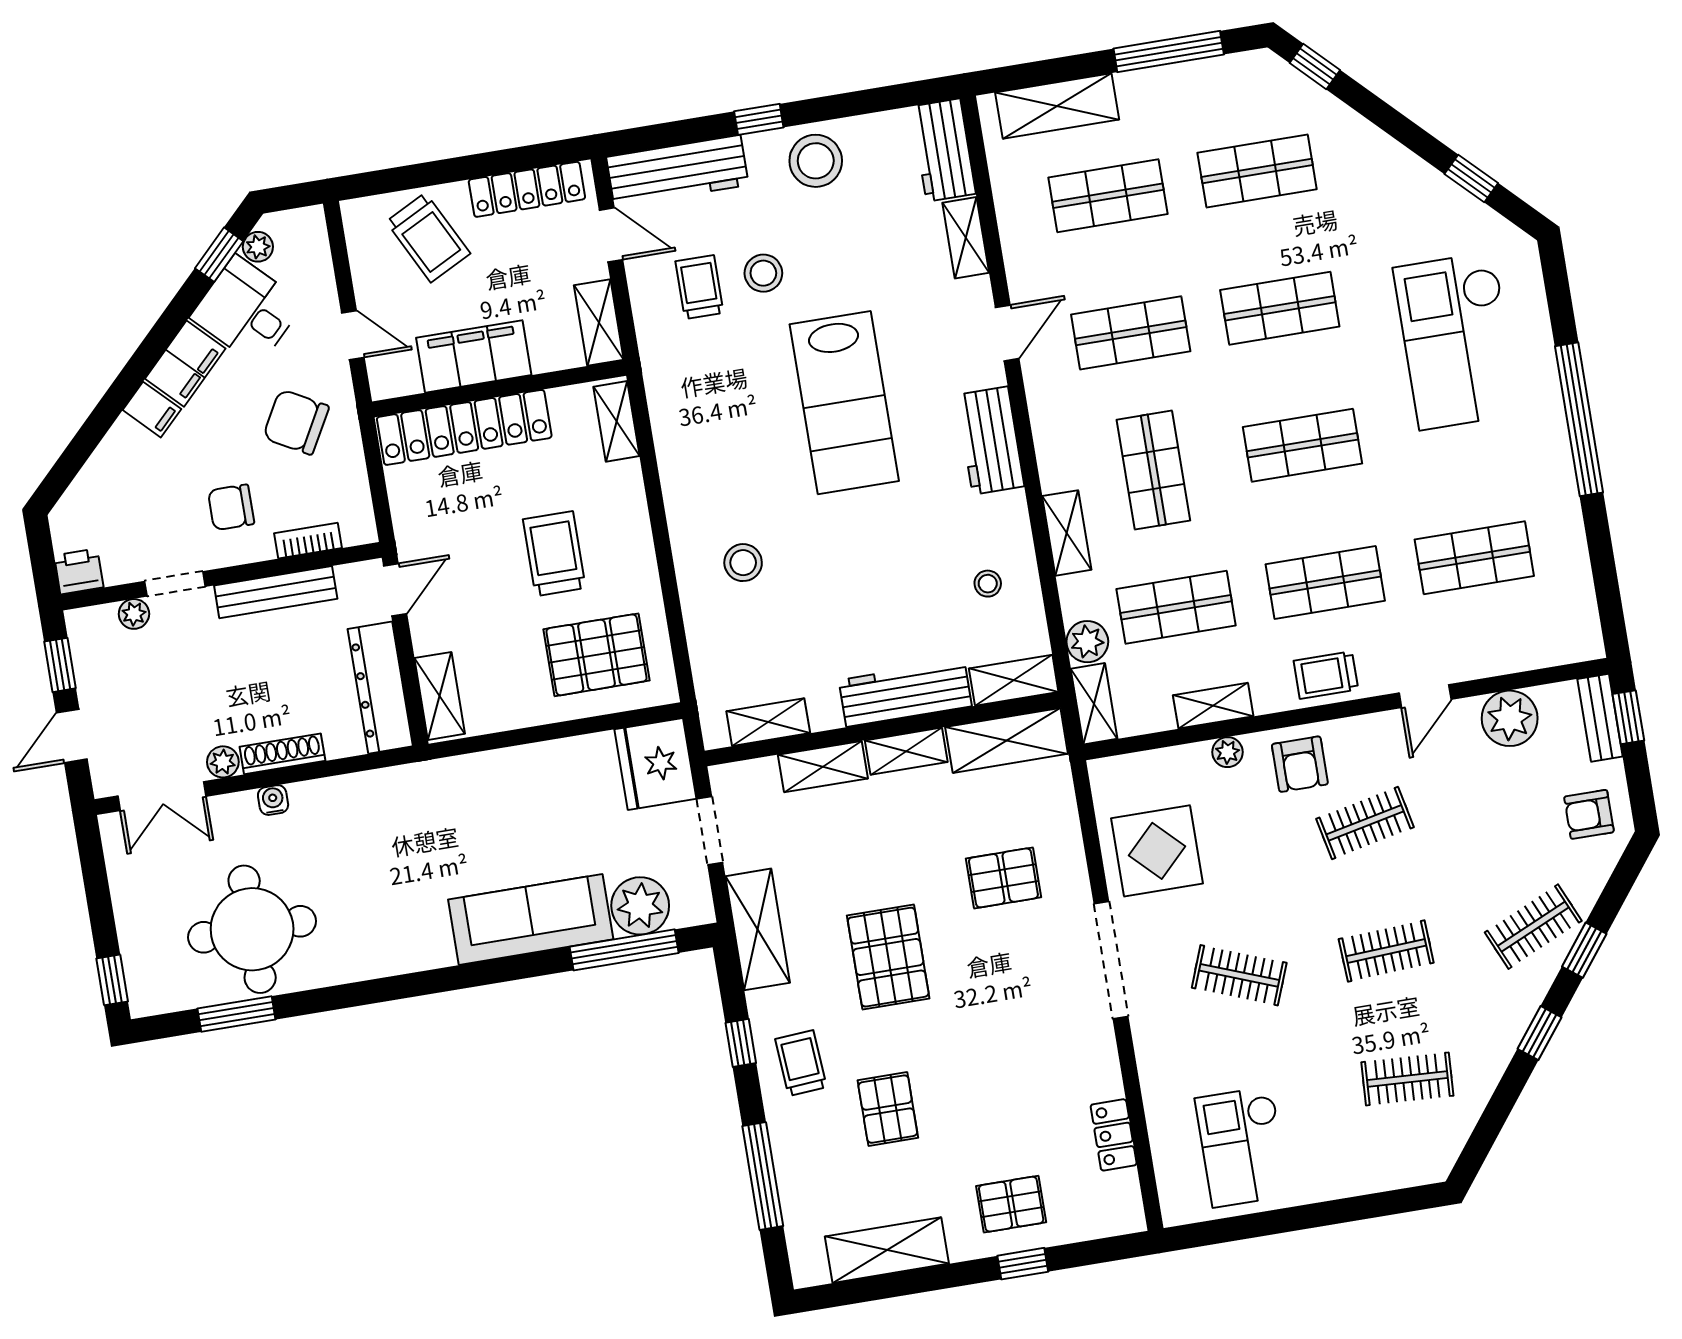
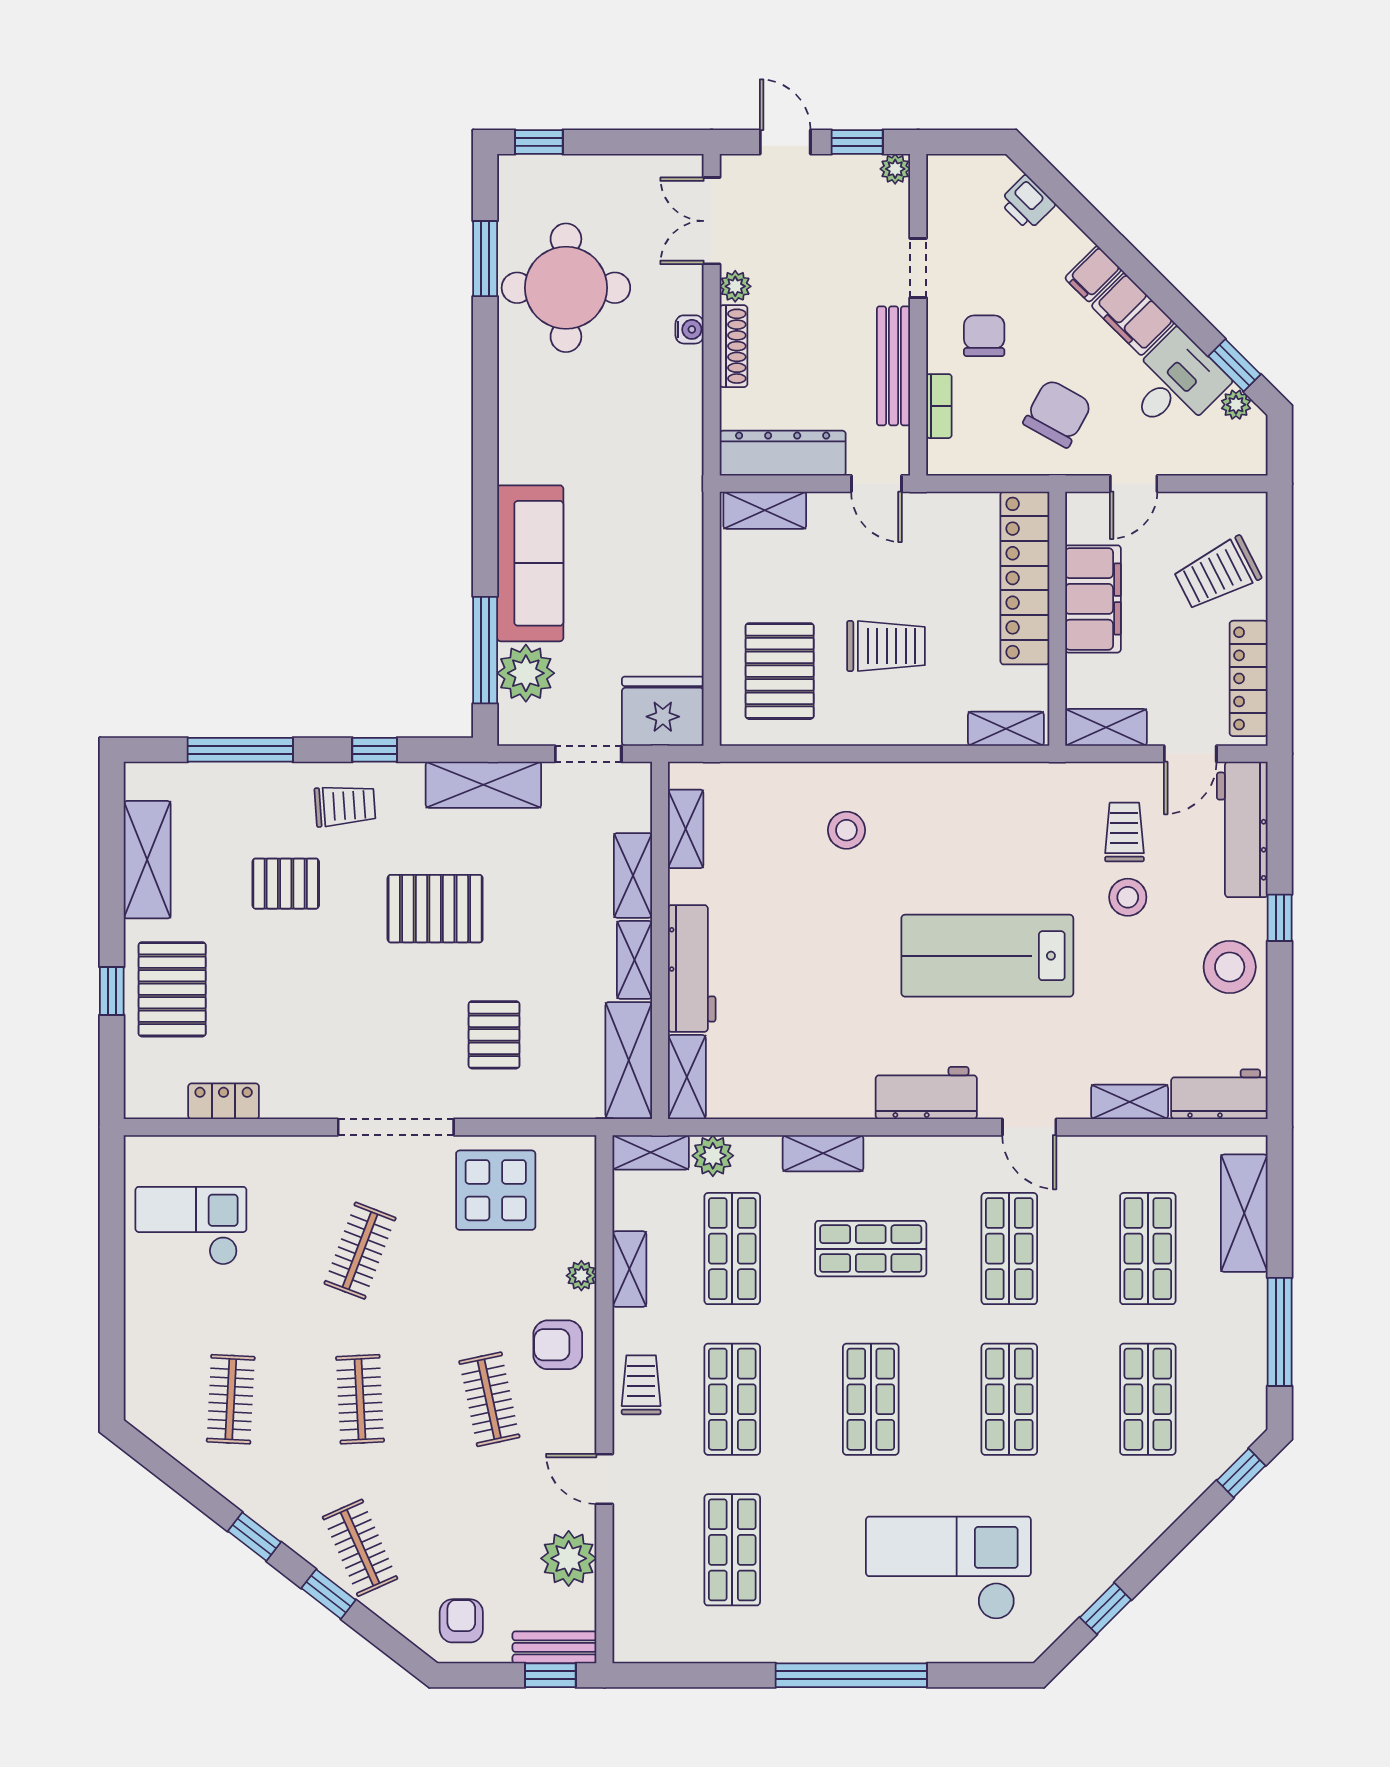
trolley: (699, 287) -> (1124, 832), turned -90
printer: (79, 571) -> (1027, 203), moved, turned 135
stool: (988, 584) -> (786, 1067), removed
plant: (134, 614) -> (895, 169), moved
pallet: (1011, 1204) -> (172, 989), width x1.50, depth x1.42

